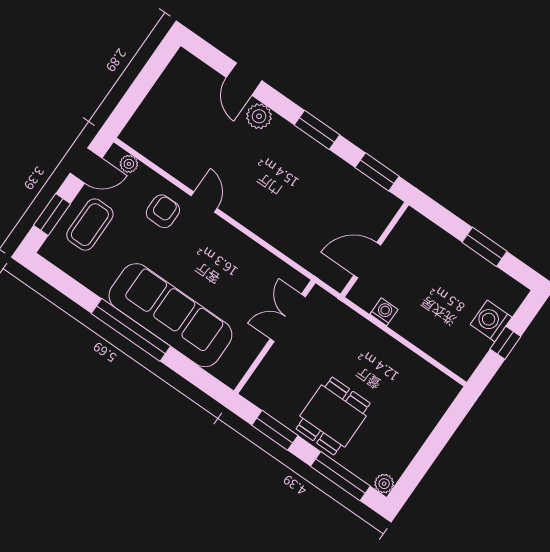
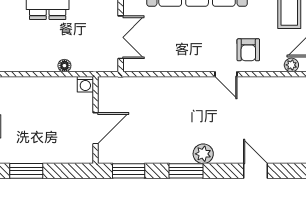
plant: (259, 116) -> (203, 154), moved
door: (367, 260) -> (95, 128), moved
washing machine: (384, 312) -> (85, 84), moved
floor lamp: (367, 329) -> (64, 66), added

